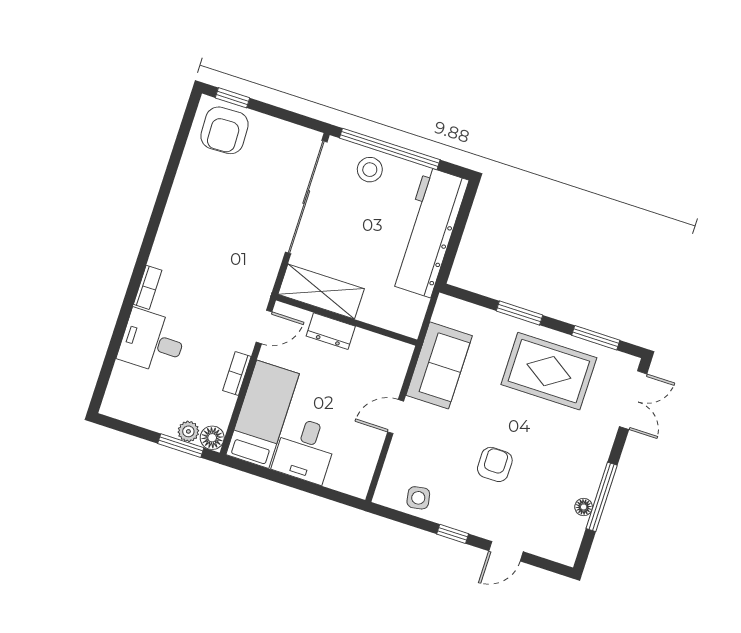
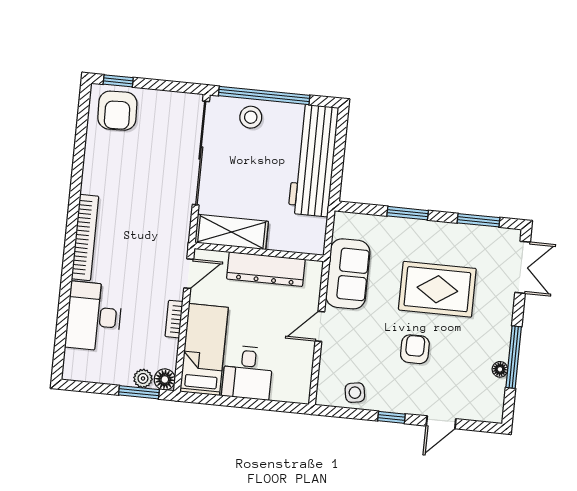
bookcase: (148, 287) -> (85, 238), width x2.31, depth x1.31
dresser: (331, 331) -> (266, 269), width x1.96, depth x1.24
desk: (152, 342) -> (94, 316), width x1.37
rug: (549, 371) -> (437, 289), moved

